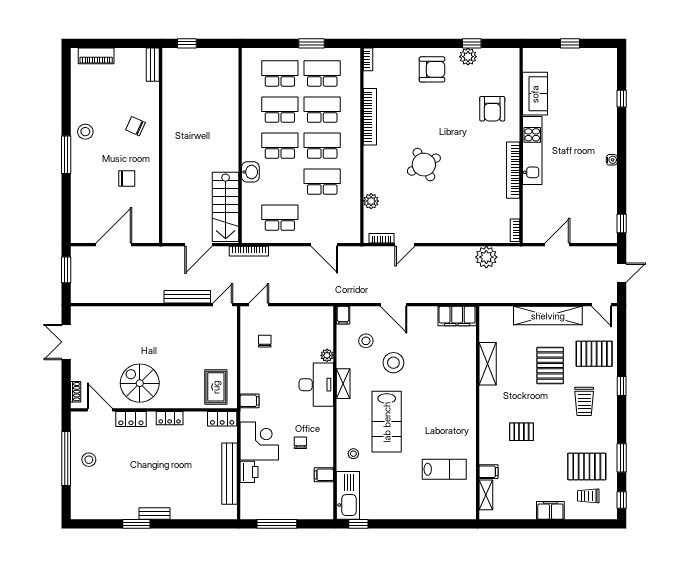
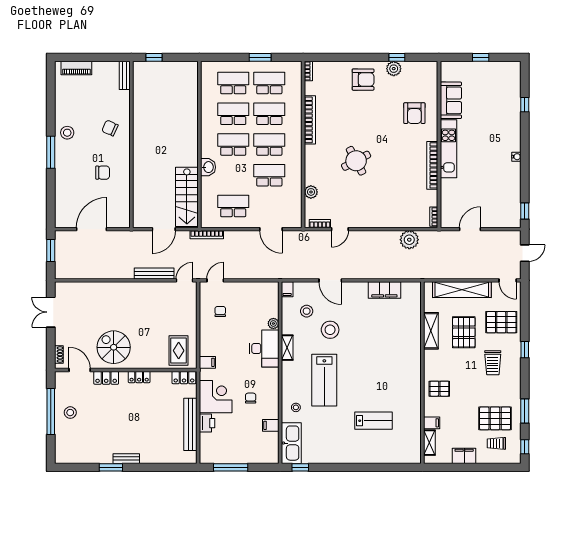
shelving: (488, 364) -> (431, 331), moved
wall: (478, 413) -> (422, 373), moved
filing cabinet: (488, 472) -> (432, 423), moved
shelving: (486, 495) -> (429, 443), moved

